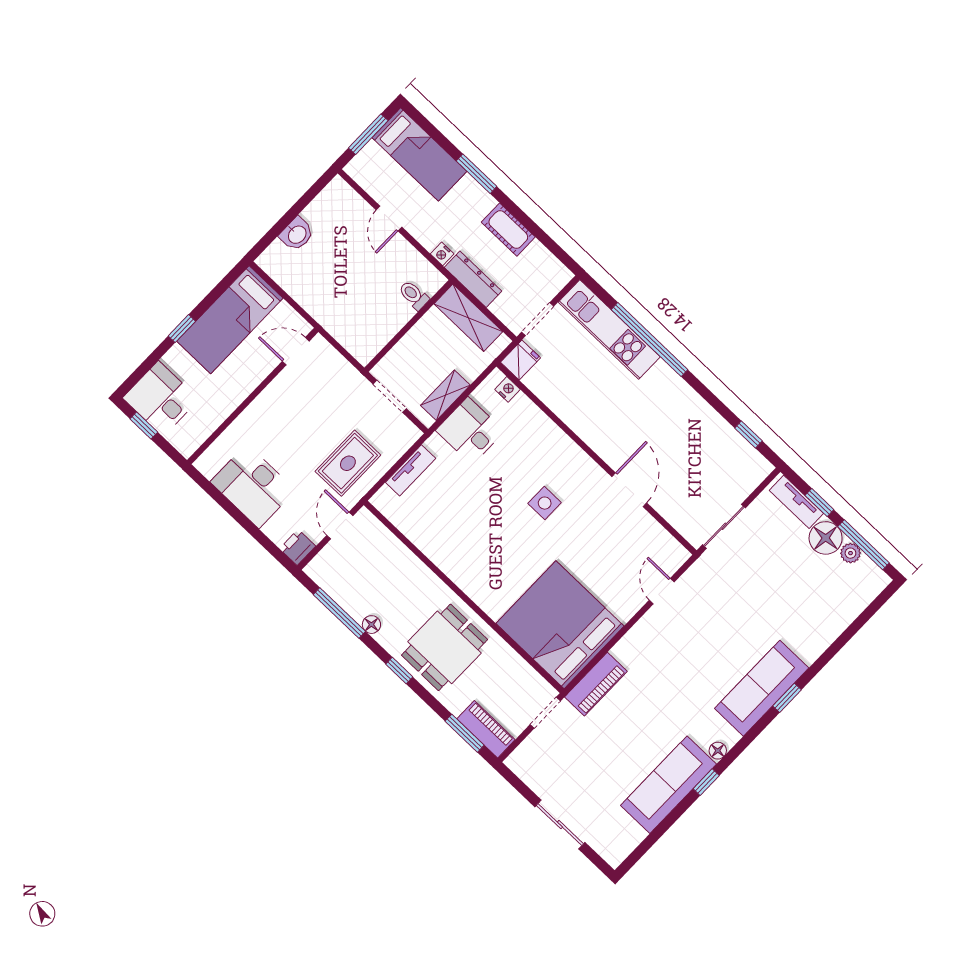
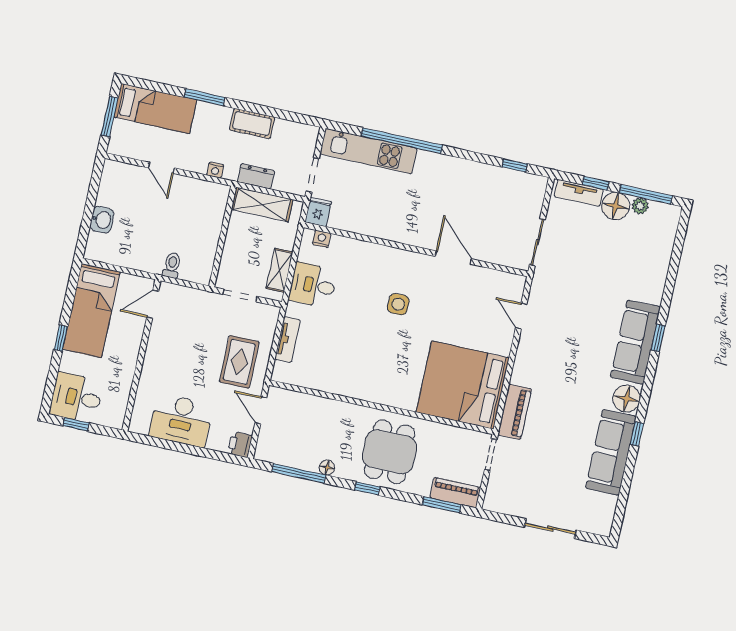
dresser: (473, 279) -> (256, 176), width x0.70
toilet: (414, 295) -> (172, 265), moved, turned 90
floor lamp: (718, 751) -> (627, 399), width x1.89, depth x1.89

